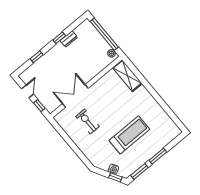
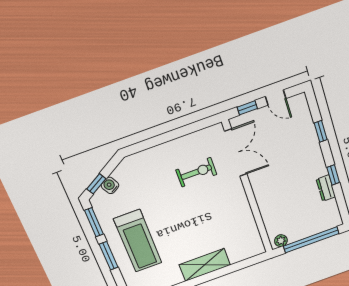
shelving: (127, 76) -> (205, 265), moved
double door: (75, 96) -> (236, 153), moved
treadmill: (129, 135) -> (138, 241), moved

